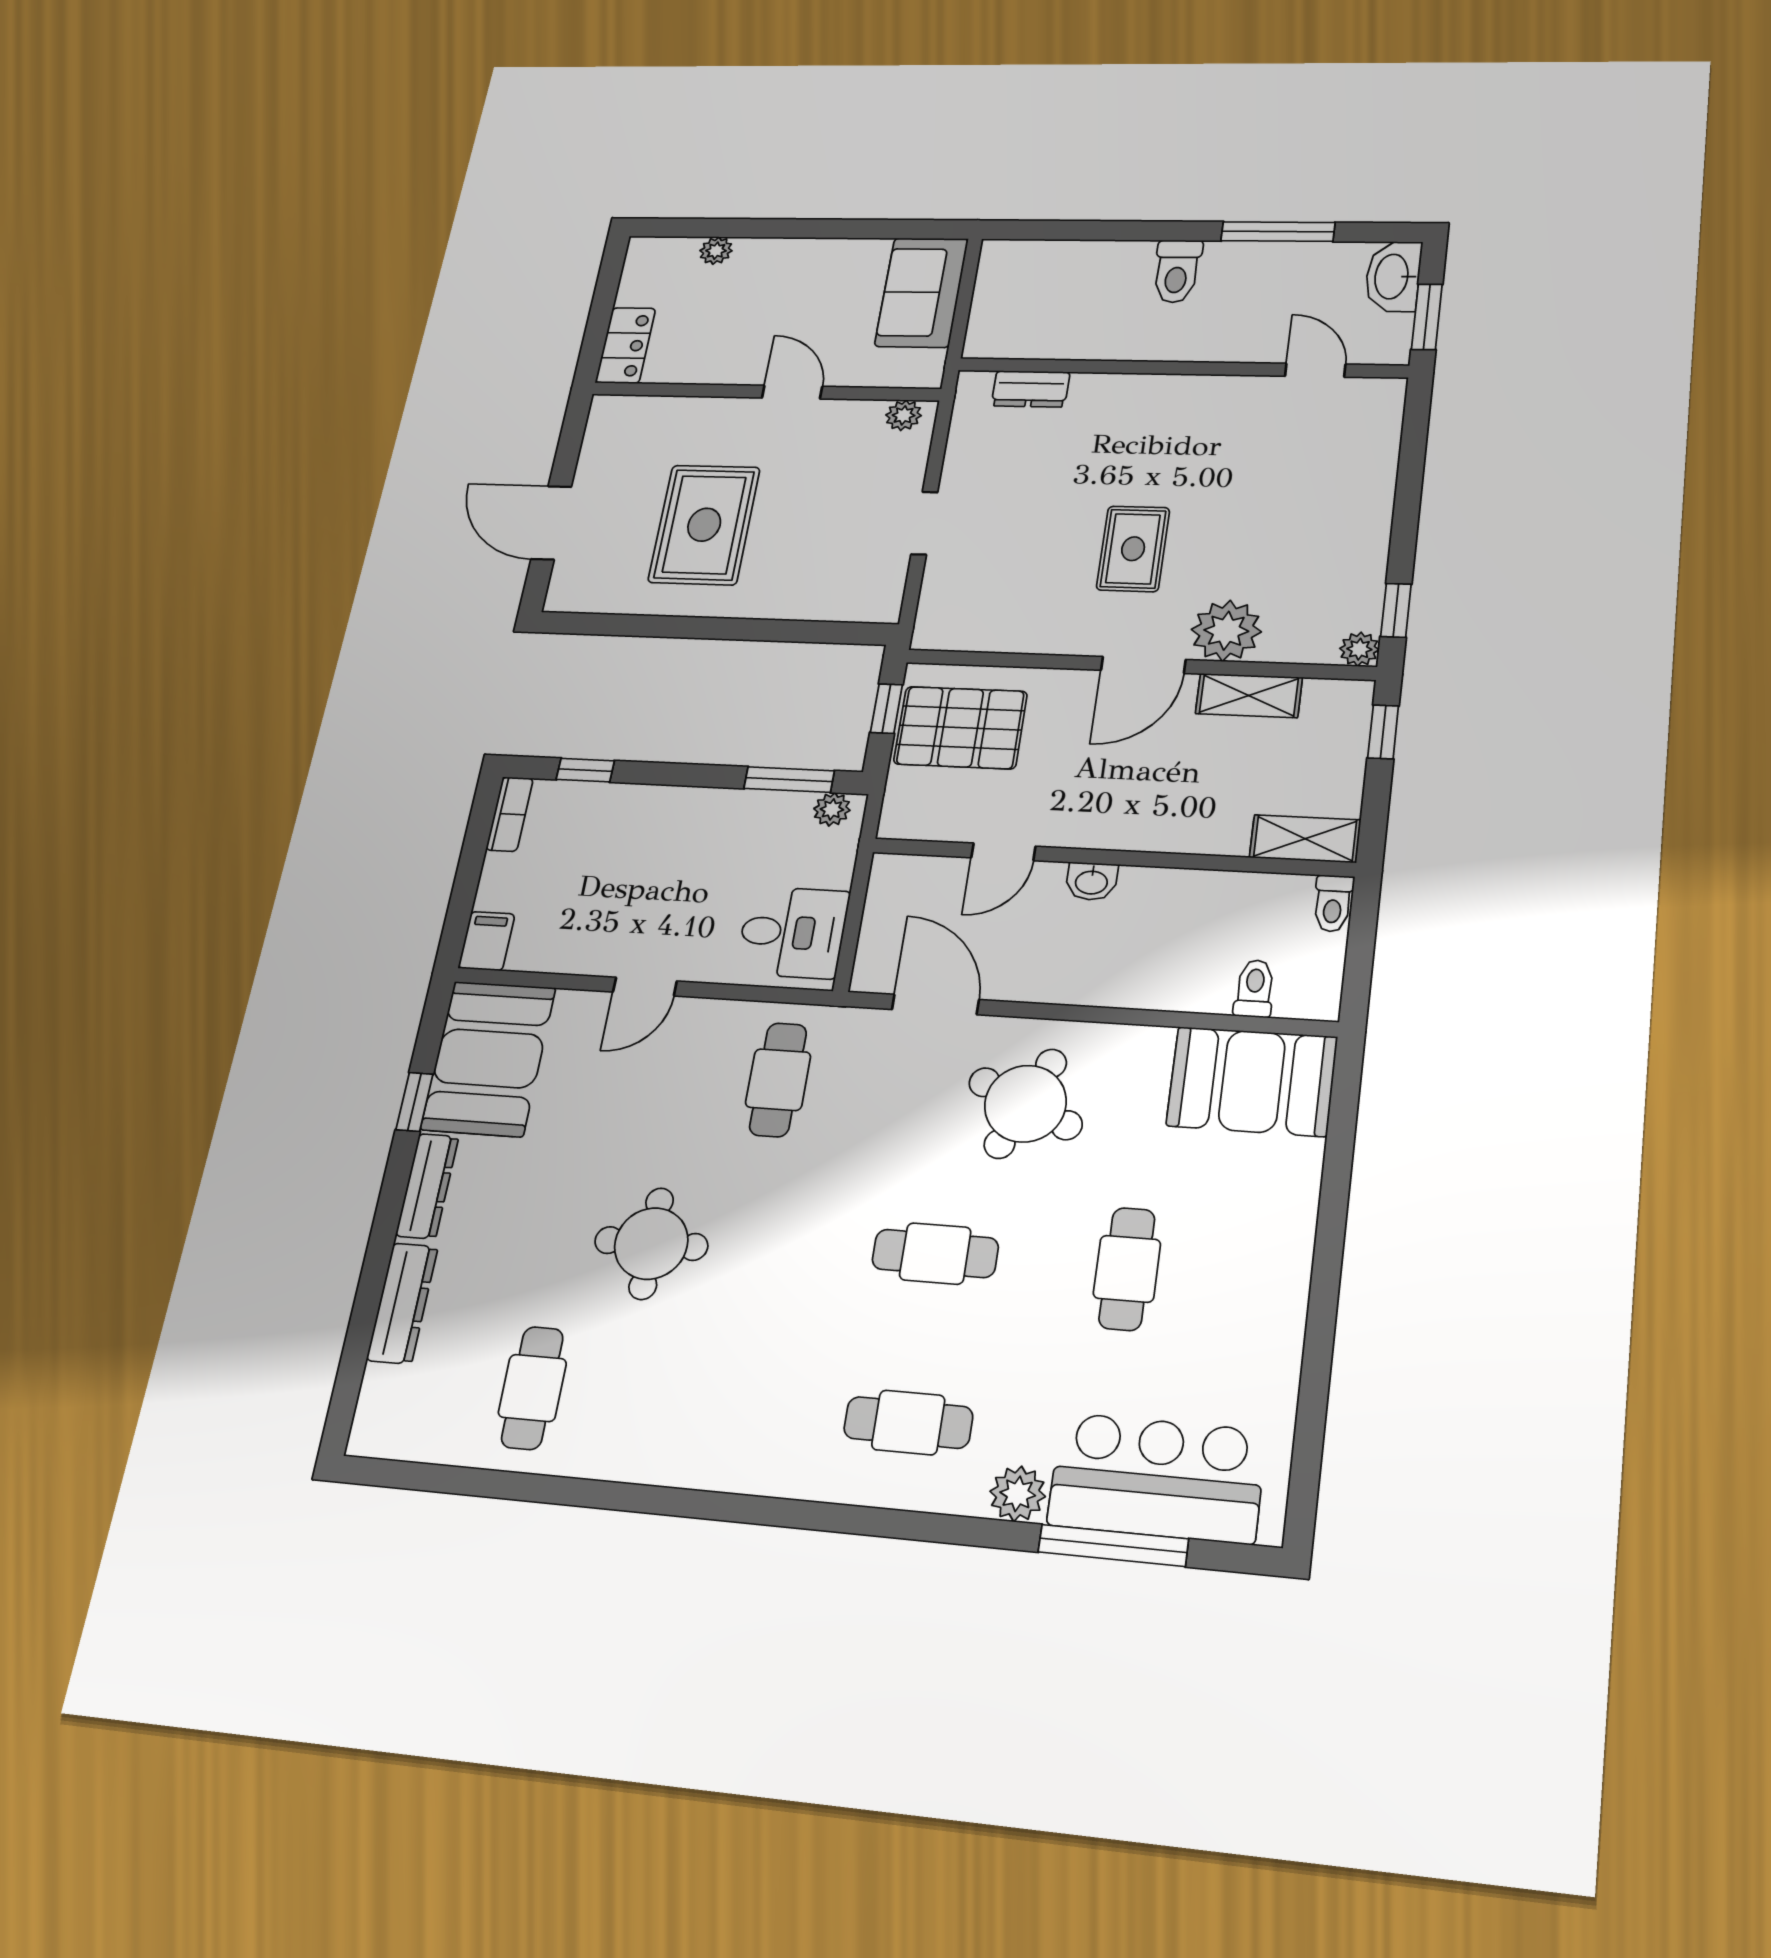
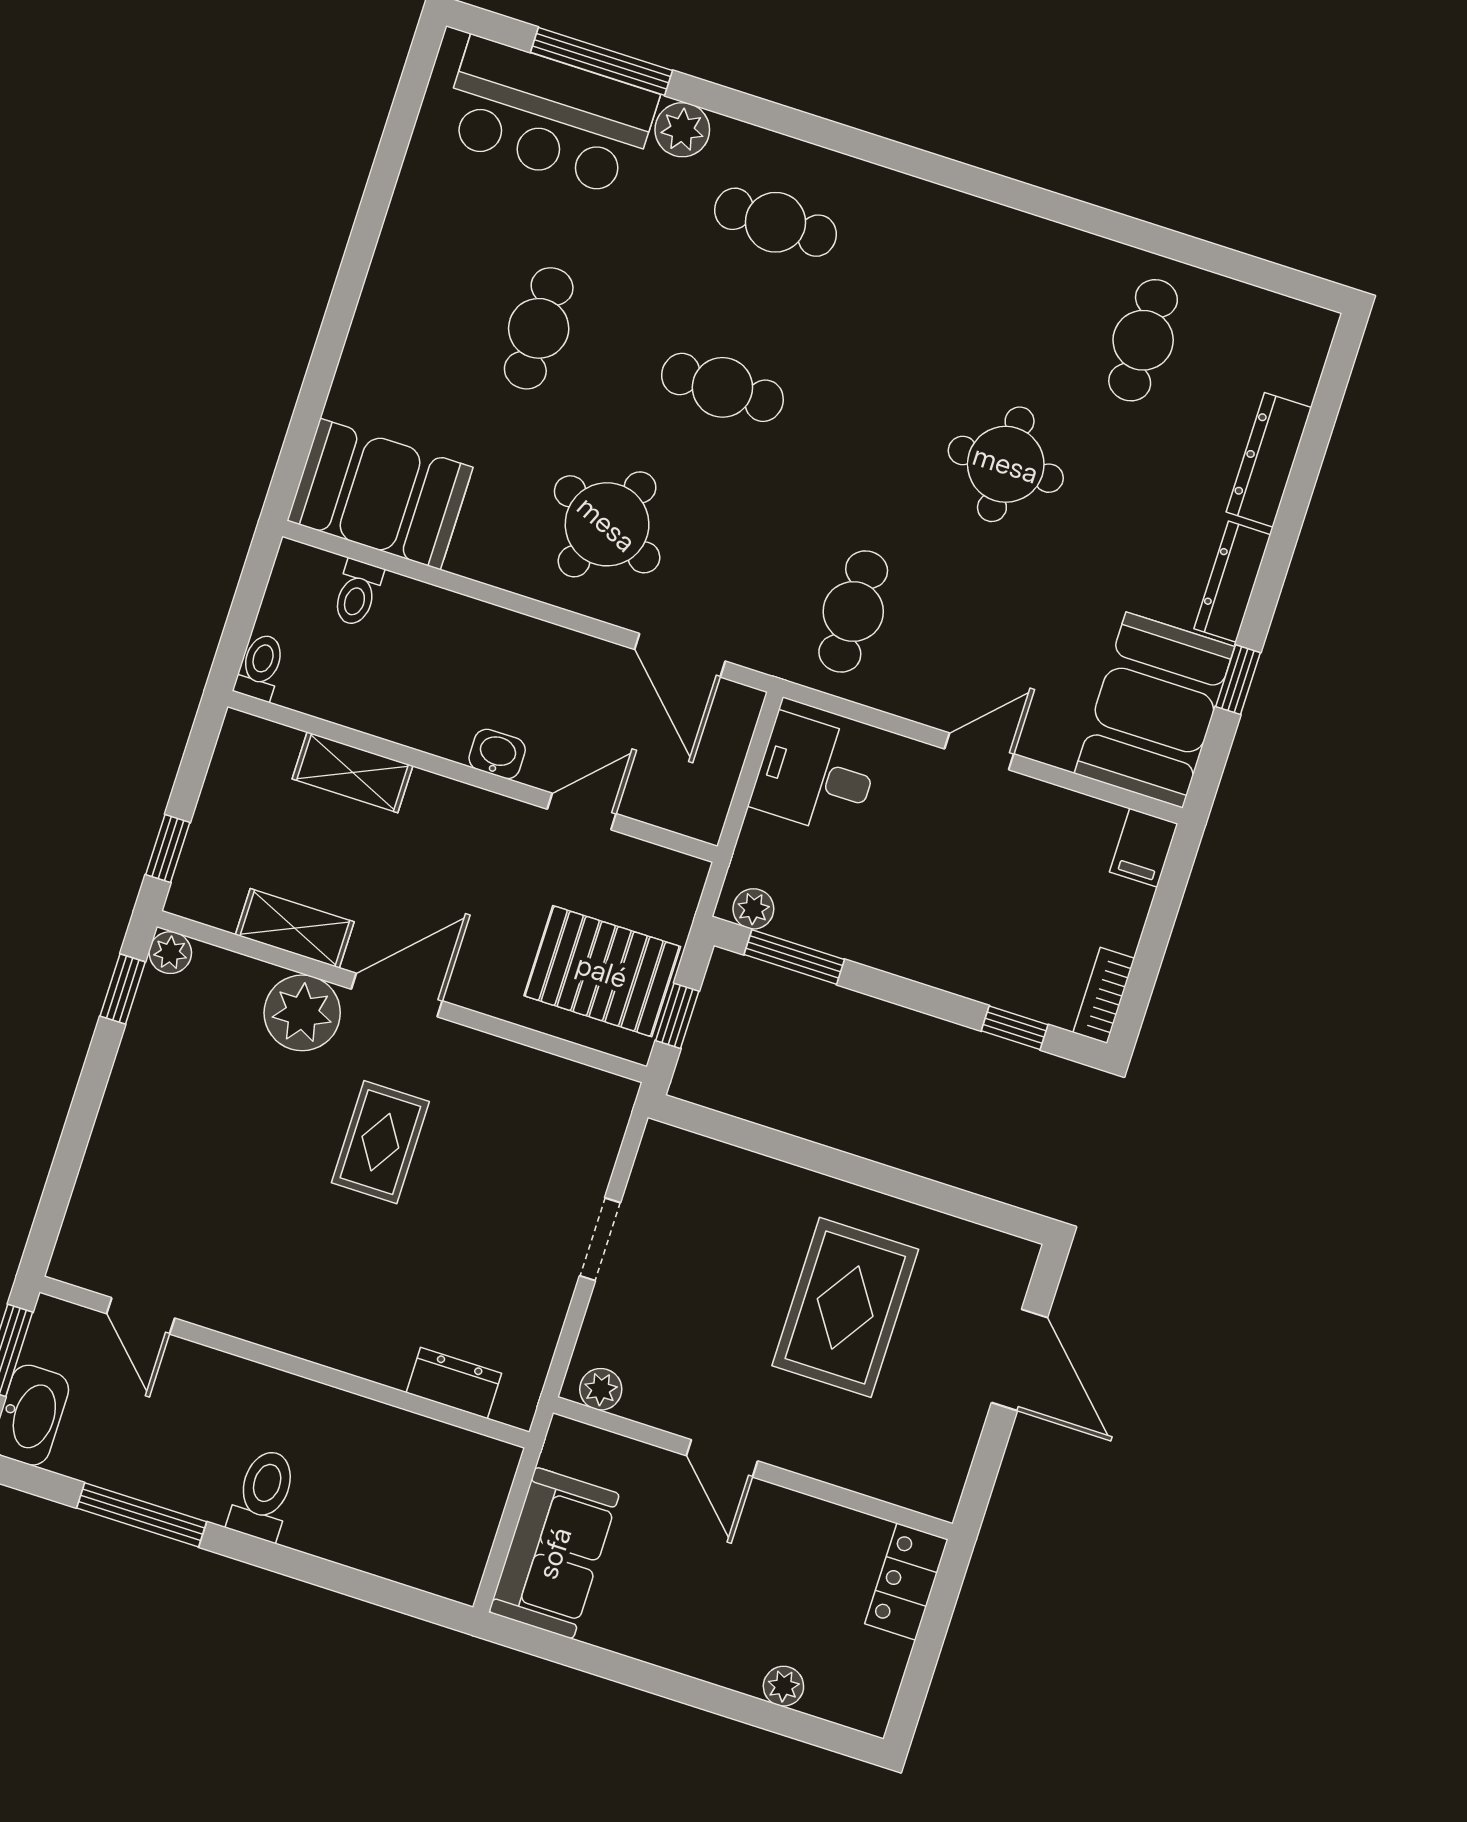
shelving: (1305, 839) -> (353, 772), moved

